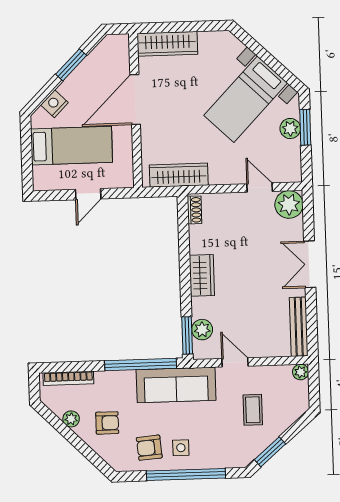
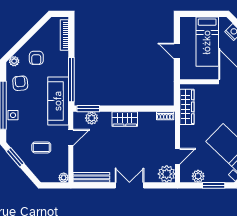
plant: (290, 128) -> (198, 176), moved
plant: (71, 419) -> (14, 61), moved
side table: (181, 448) -> (13, 115), moved

